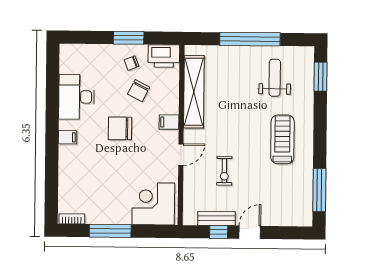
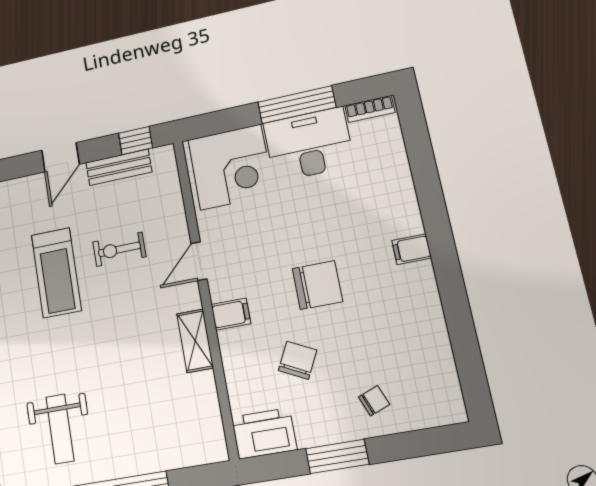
chair: (132, 63) -> (374, 401), moved
shelving: (194, 92) -> (195, 341), width x0.45, depth x0.75
desk: (77, 97) -> (309, 144), moved, turned -90
treadmill: (282, 139) -> (56, 273), moved
exercise bike: (224, 171) -> (119, 249), turned -90
window: (219, 232) -> (136, 141), moved

